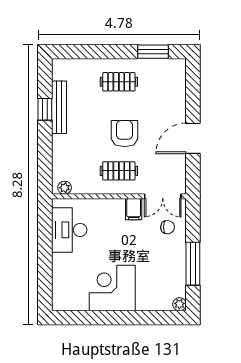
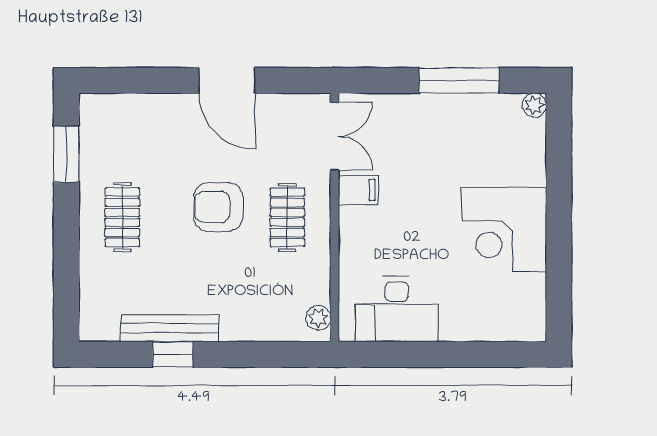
chair: (168, 227) -> (392, 127), removed

